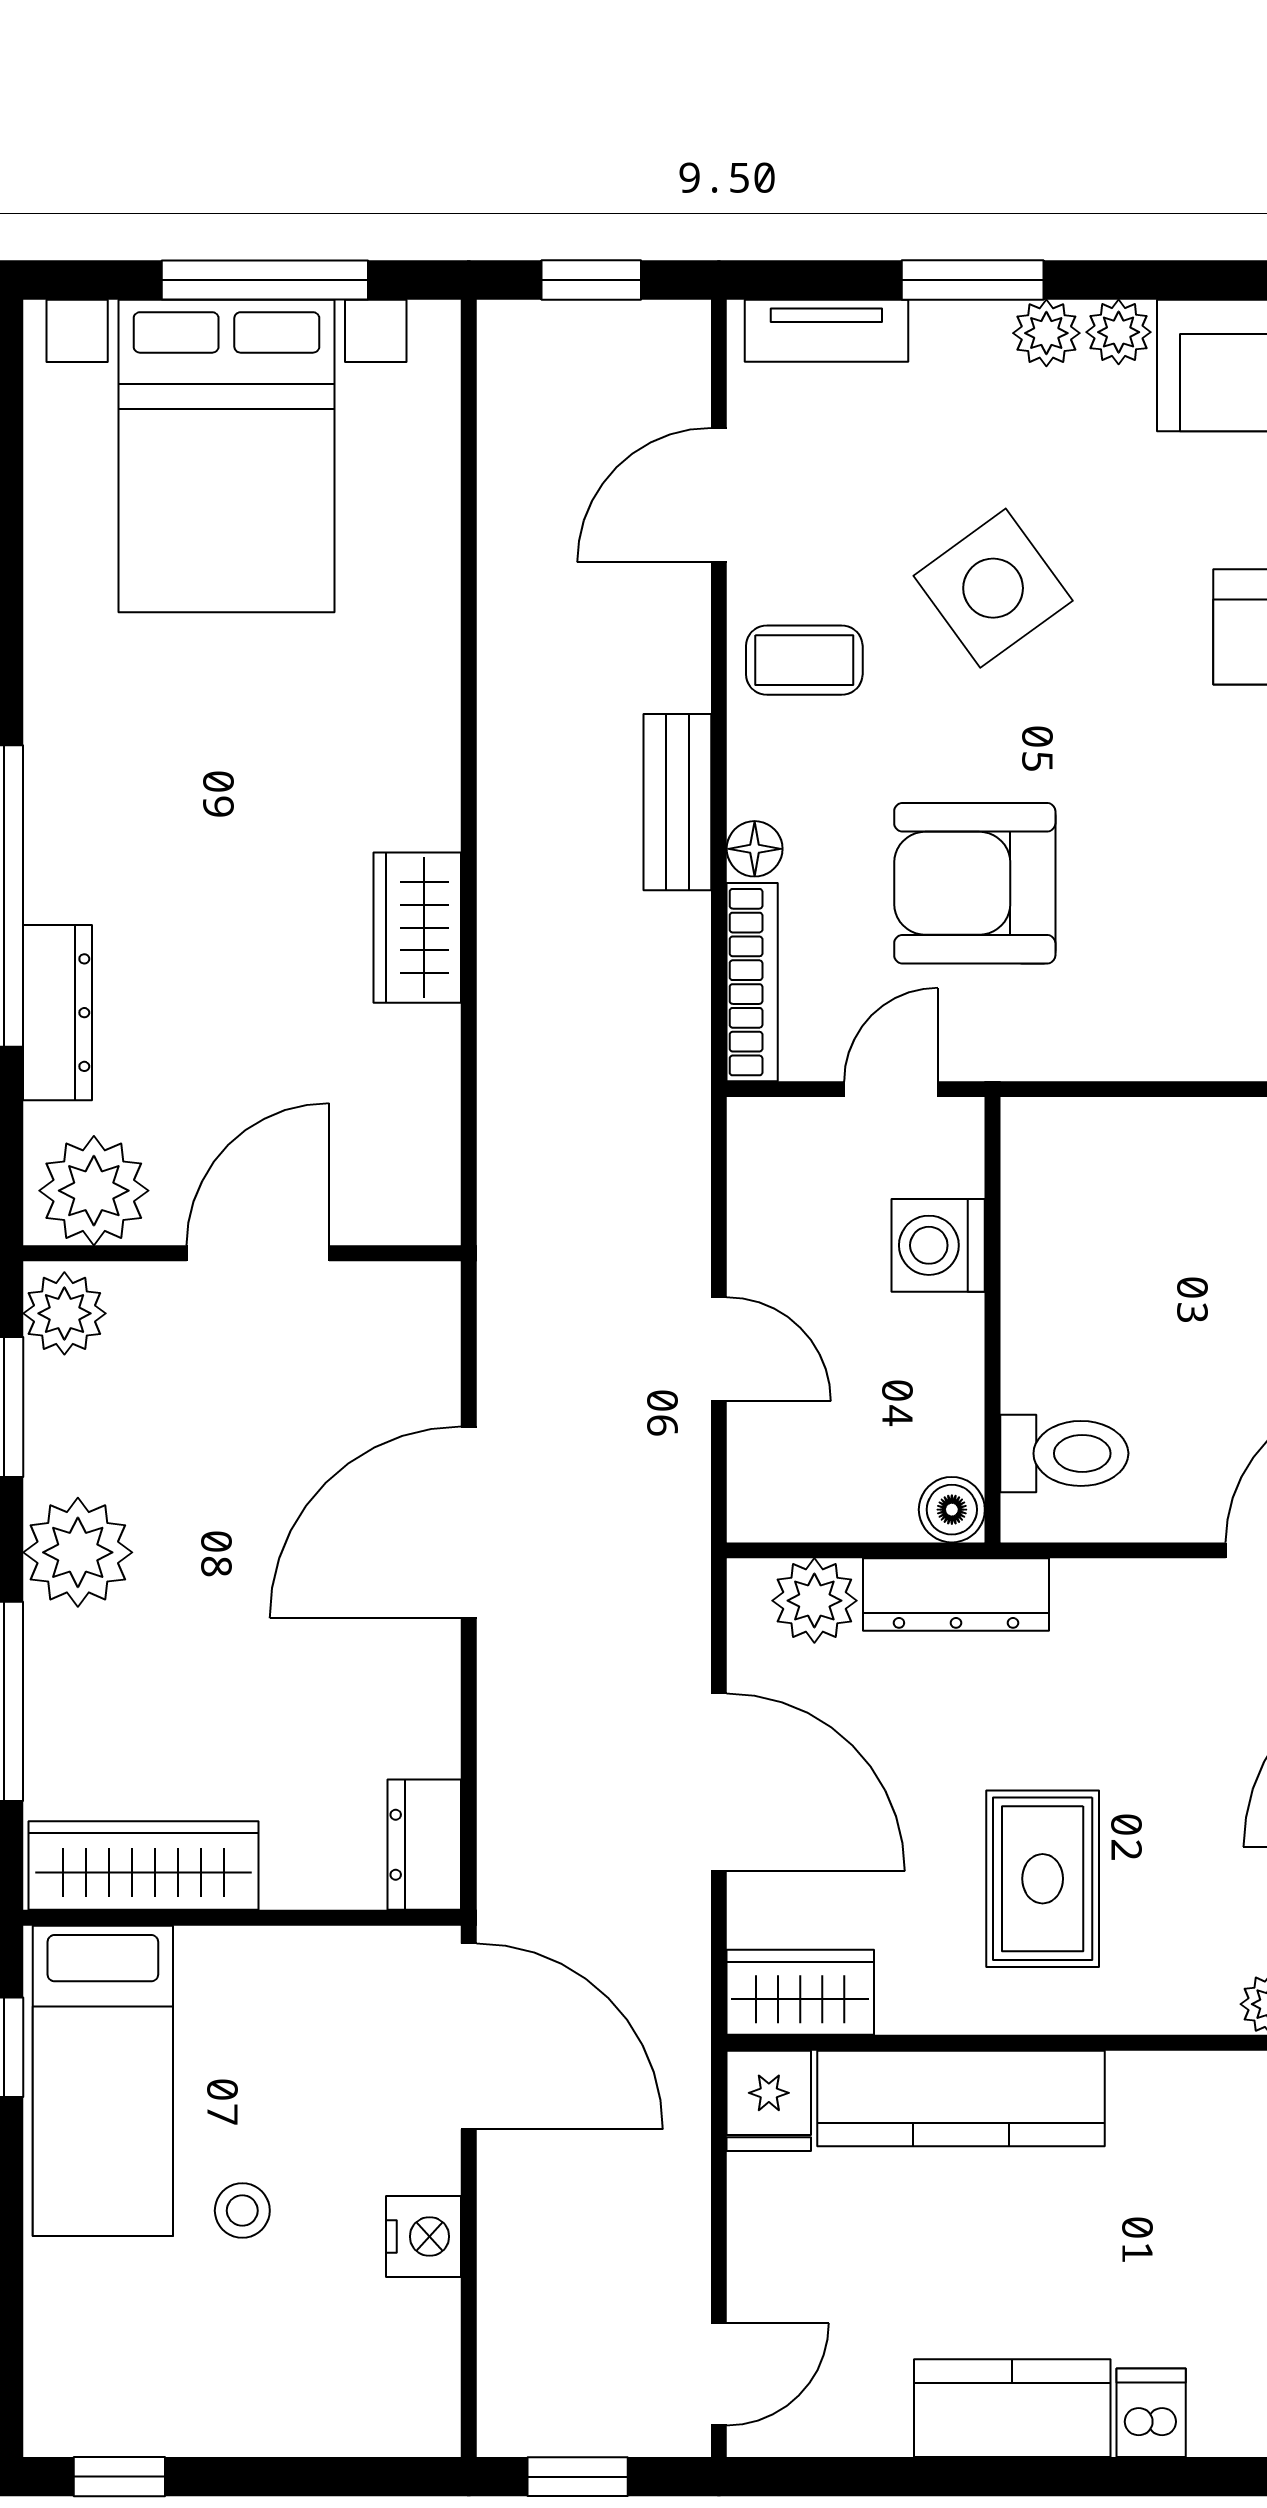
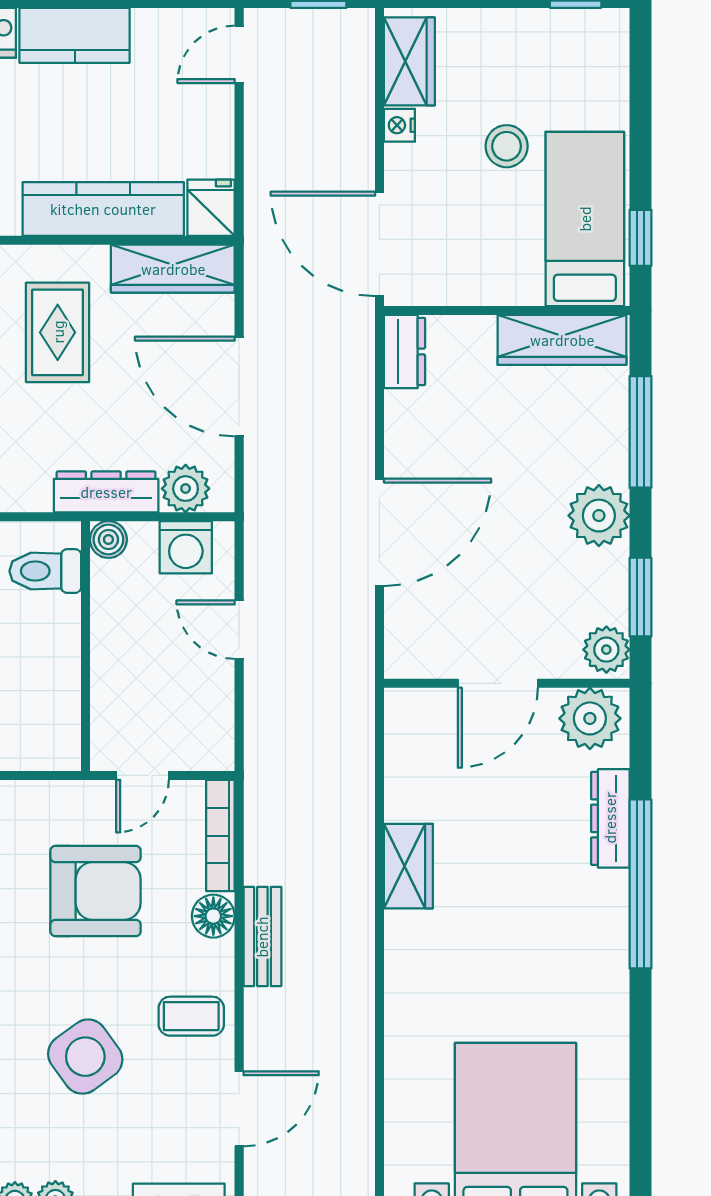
floor lamp: (755, 849) -> (213, 916), width x1.37, depth x1.37
washing machine: (938, 1245) -> (186, 547), moved, turned 90
wardrobe: (800, 1992) -> (173, 269), width x1.50
stool: (242, 2211) -> (507, 146), width x1.37, depth x1.37
nightstand: (424, 2237) -> (399, 125), width x0.72, depth x0.74
wardrobe: (416, 2362) -> (409, 61), added

